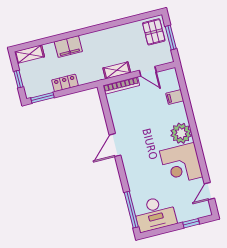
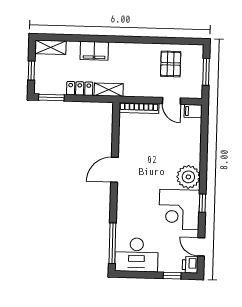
pallet: (154, 32) -> (171, 64), moved
shelving: (117, 70) -> (109, 90), moved
filing cabinet: (175, 97) -> (193, 111), moved
window: (200, 153) -> (202, 203), added
door: (209, 191) -> (201, 247), hinge flipped
printer: (204, 209) -> (190, 265), added

